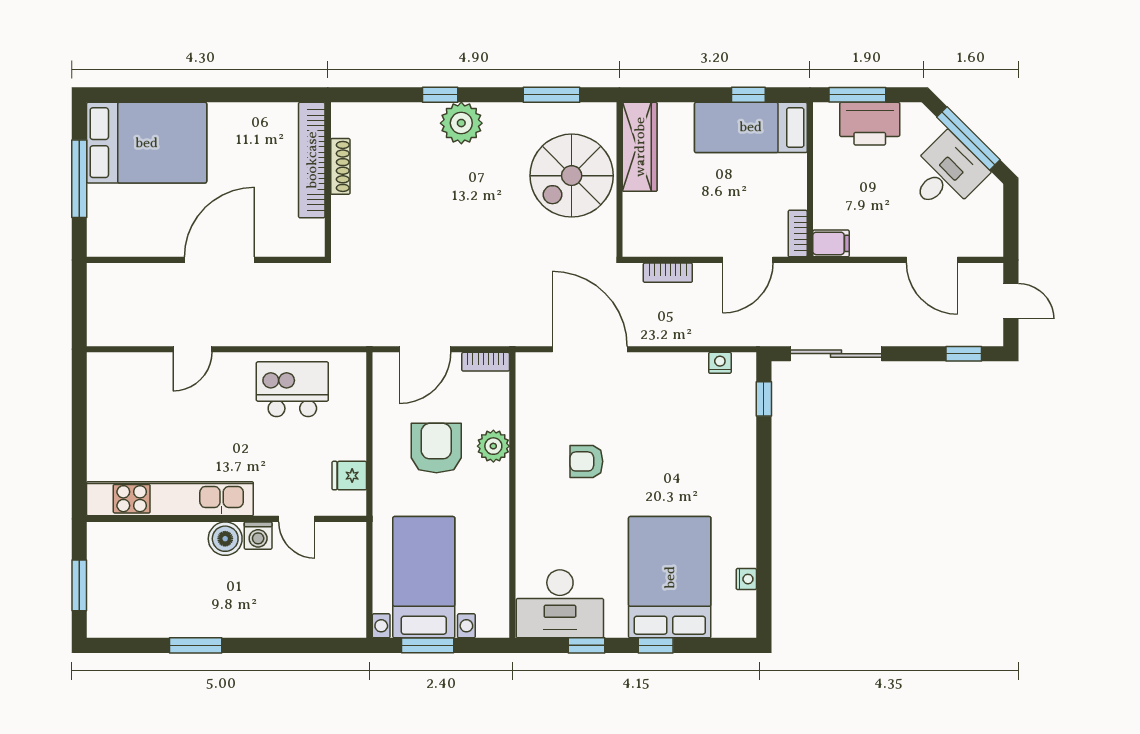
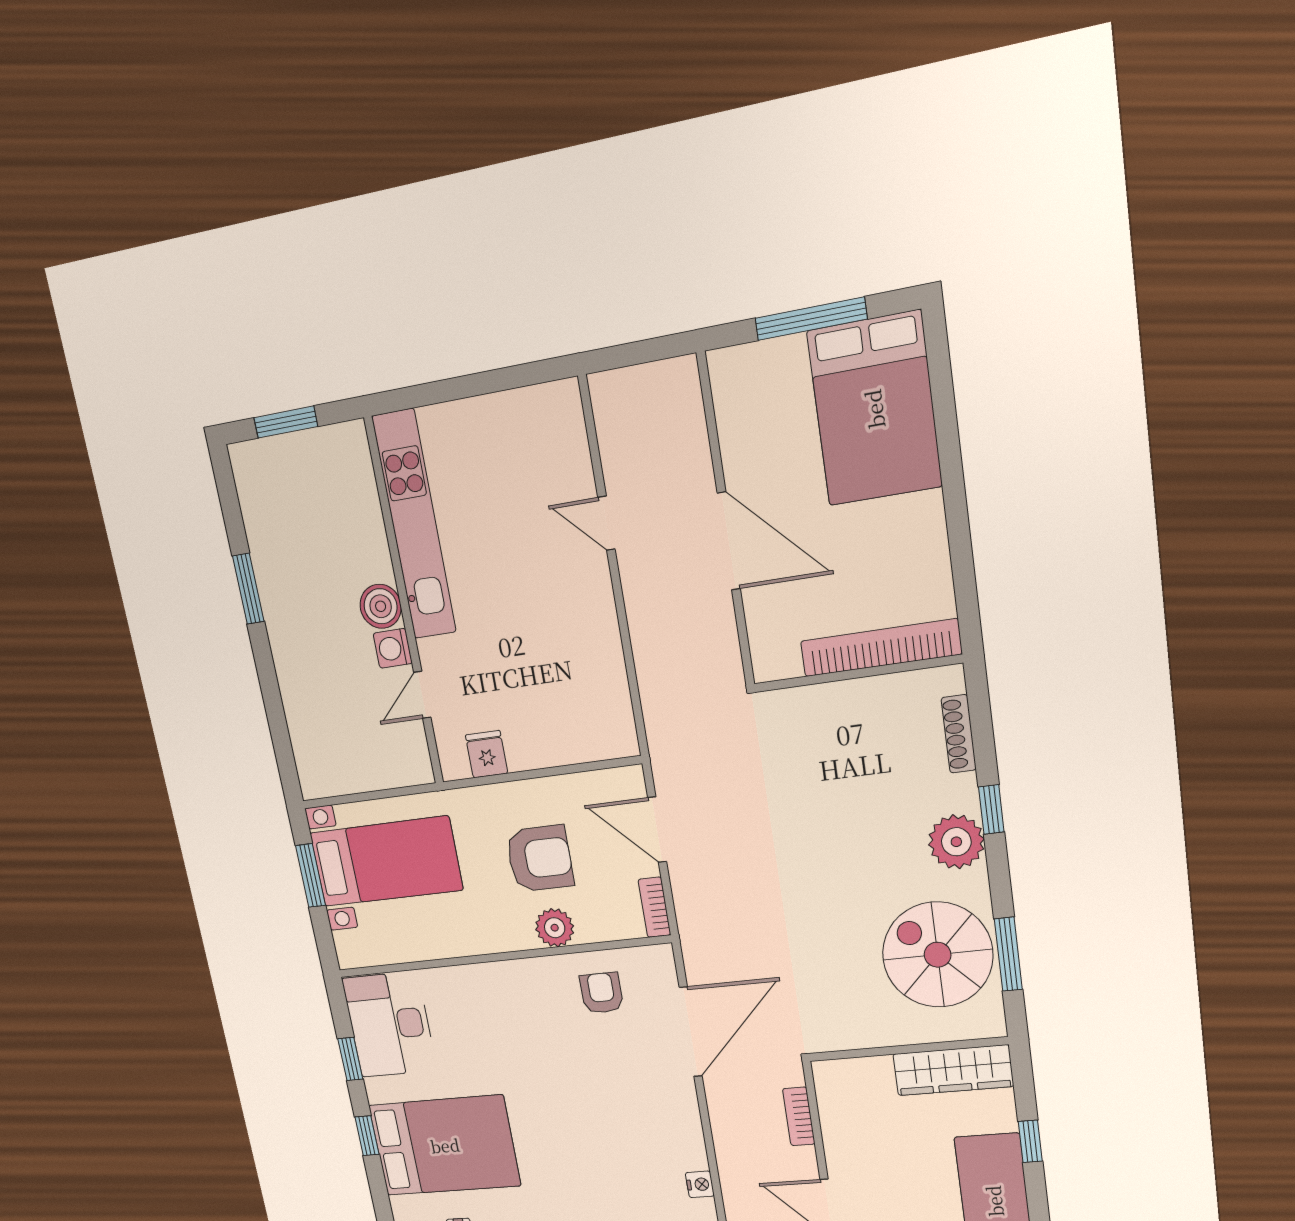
window: (748, 95) -> (1030, 1141), moved
shoe rack: (340, 166) -> (959, 734), moved, turned 90
spiral stairs: (572, 176) -> (938, 955), moved
kitchen island: (292, 389) -> (579, 666), removed
armchair: (586, 461) -> (602, 993), moved

